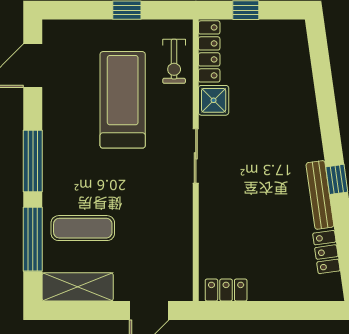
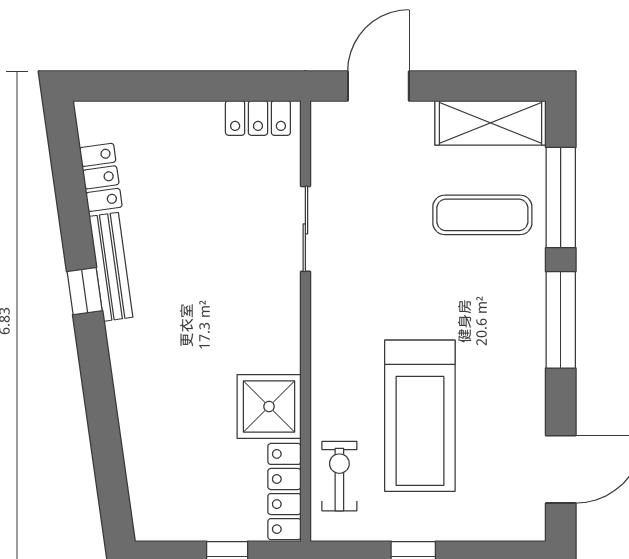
shower: (214, 100) -> (269, 406), width x1.36, depth x1.36
sliding door: (196, 156) -> (305, 229), moved

